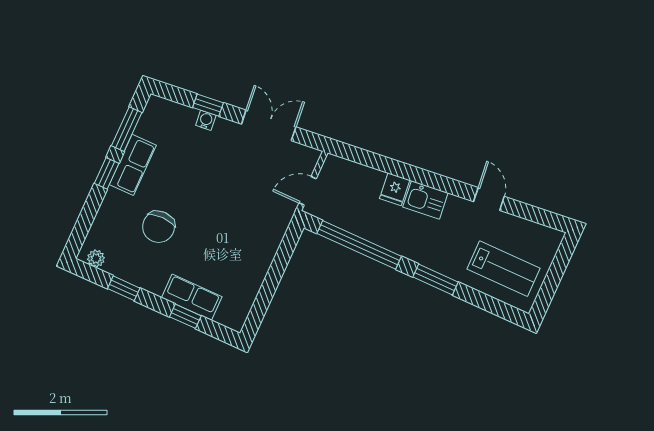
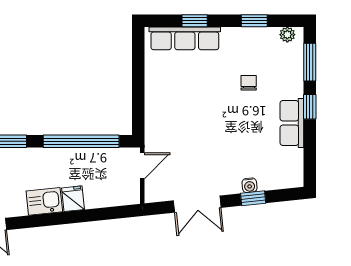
window: (127, 129) -> (310, 62), moved
chair: (159, 227) -> (249, 83), width x0.54, depth x0.54
row of seats: (192, 297) -> (185, 38), width x1.48

